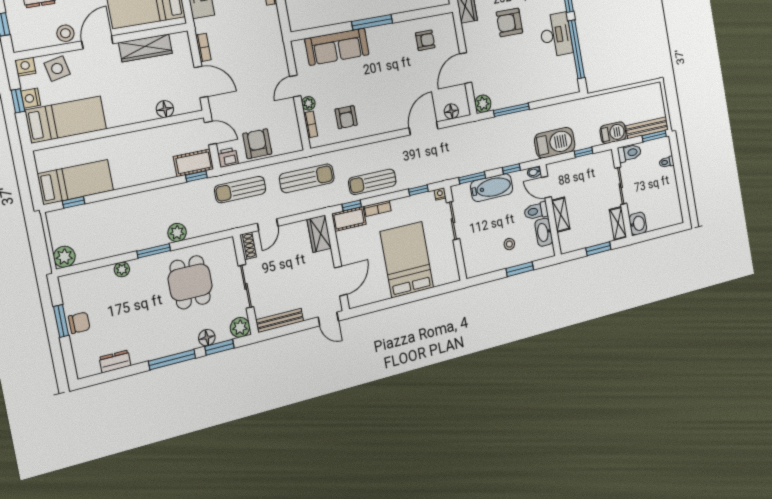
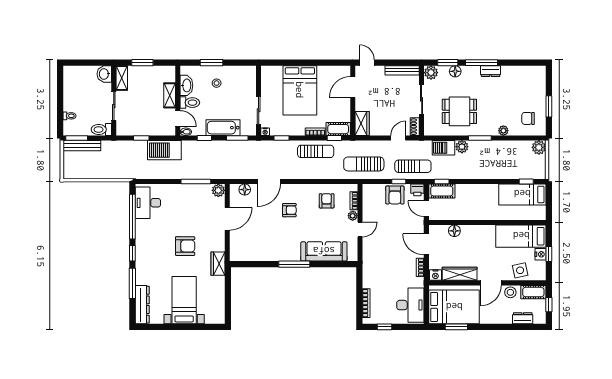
desk: (556, 35) -> (148, 203), moved
cot: (31, 39) -> (533, 292), added
armchair: (425, 40) -> (289, 210), moved, turned 180
nightstand: (25, 67) -> (435, 275), moved
barbecue: (613, 133) -> (444, 148), moved
window: (256, 164) -> (399, 181), added
dining table: (190, 282) -> (459, 111), turned 90
chair: (79, 323) -> (528, 118), moved
dresser: (115, 361) -> (491, 71), moved

